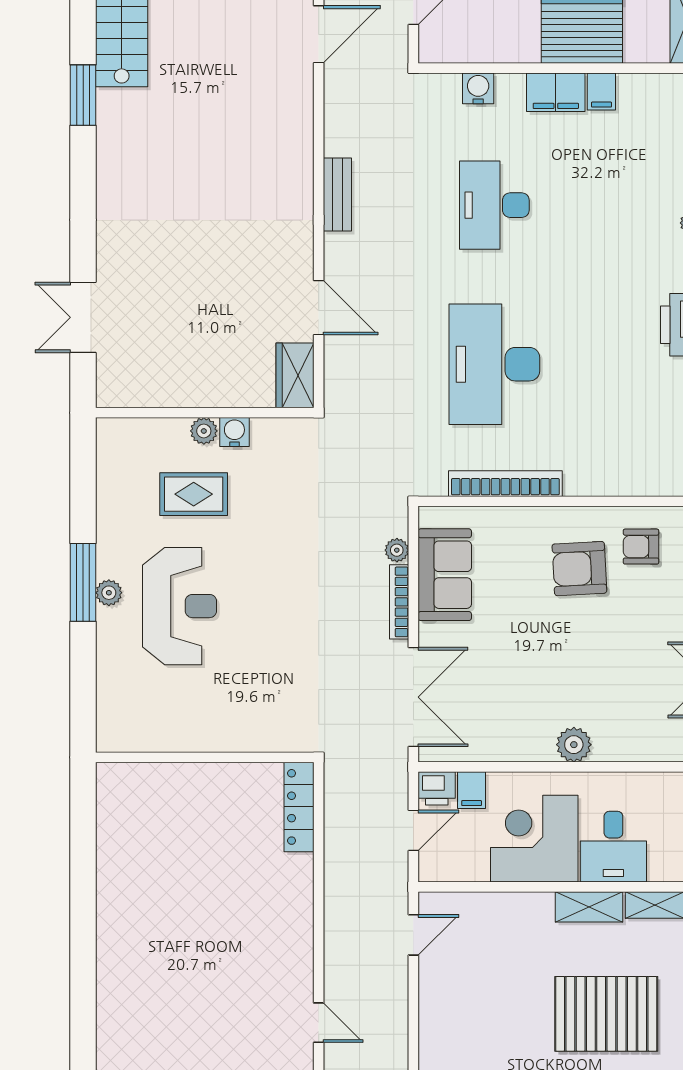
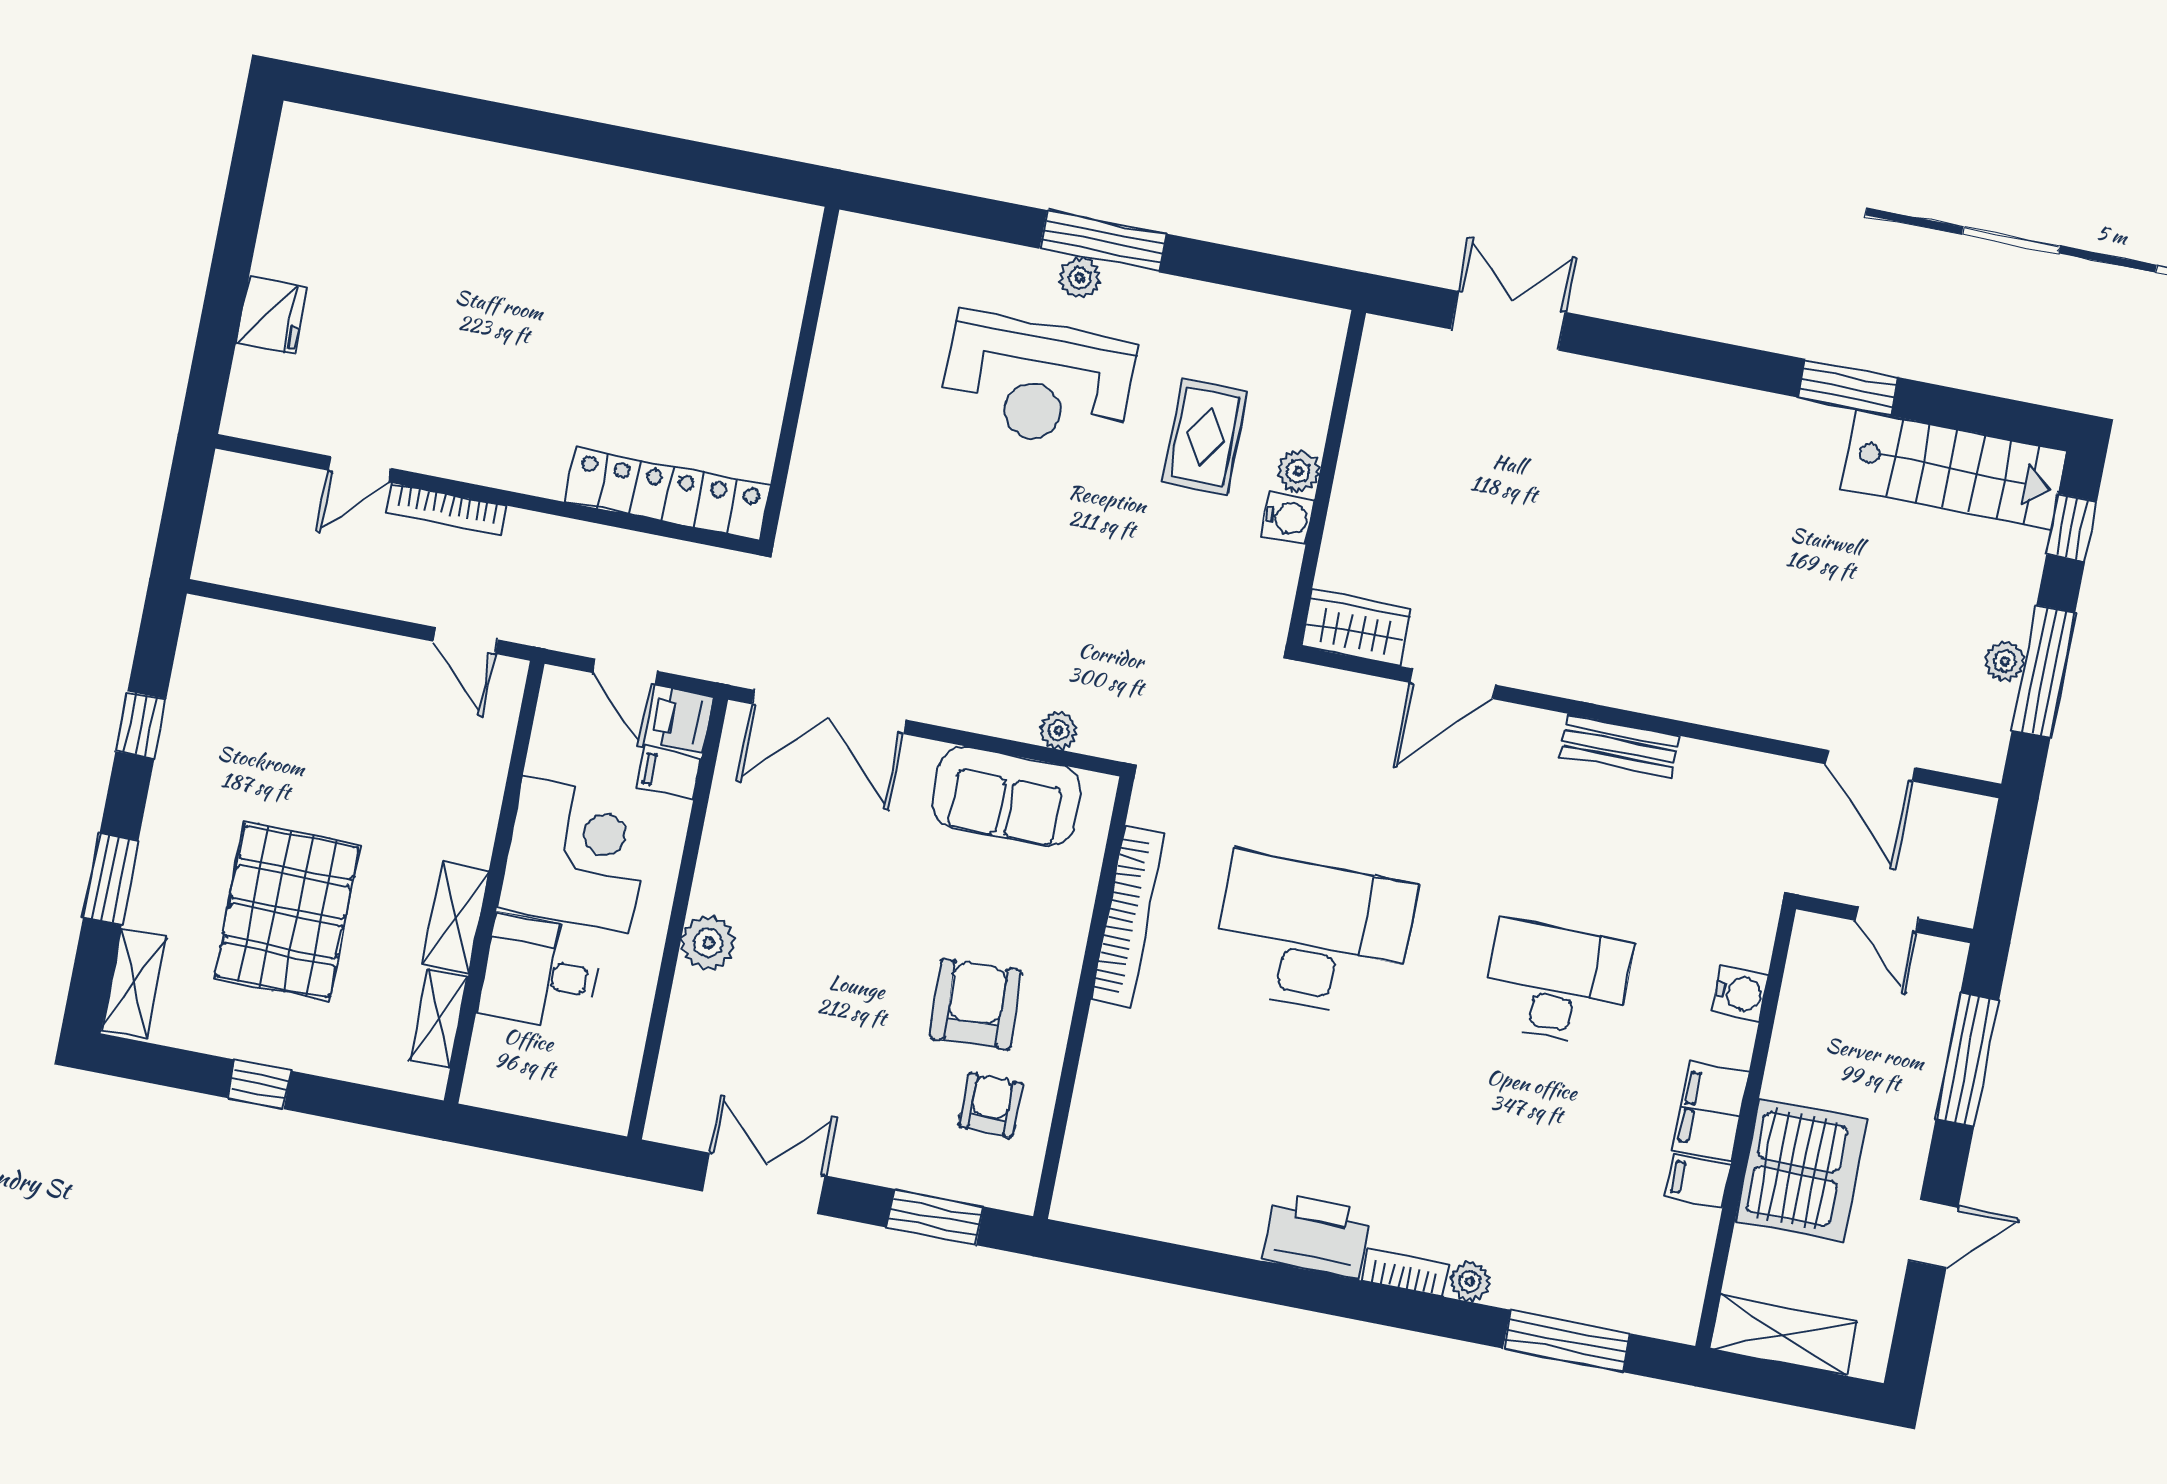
bookcase: (399, 602) -> (447, 509), moved, turned 180
locker: (299, 807) -> (668, 494), width x1.41, depth x1.21

